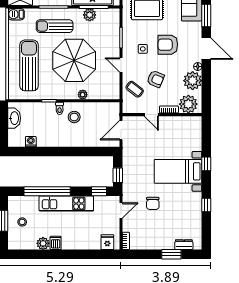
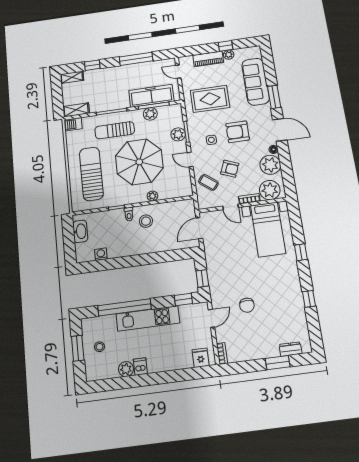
plant: (113, 39) -> (178, 134), added
bed with nightstands: (178, 171) -> (268, 229), moved, turned -90

